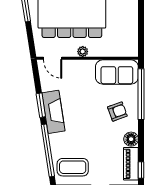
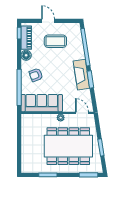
sofa: (117, 72) -> (42, 103), width x1.36
coffee table: (73, 167) -> (55, 41), moved

